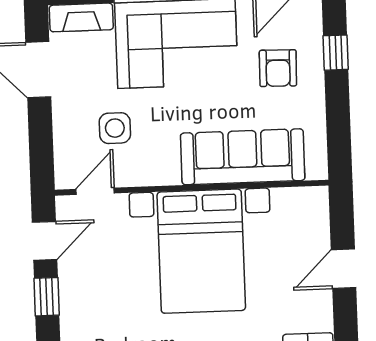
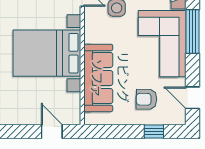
door: (344, 269) -> (52, 131), moved

